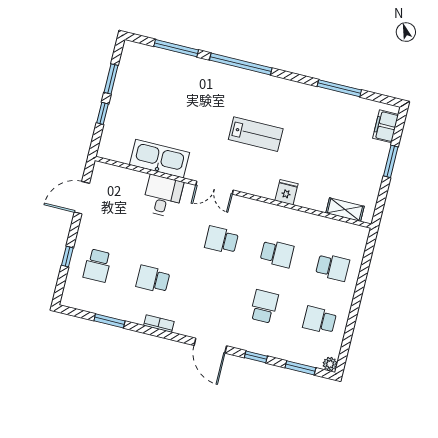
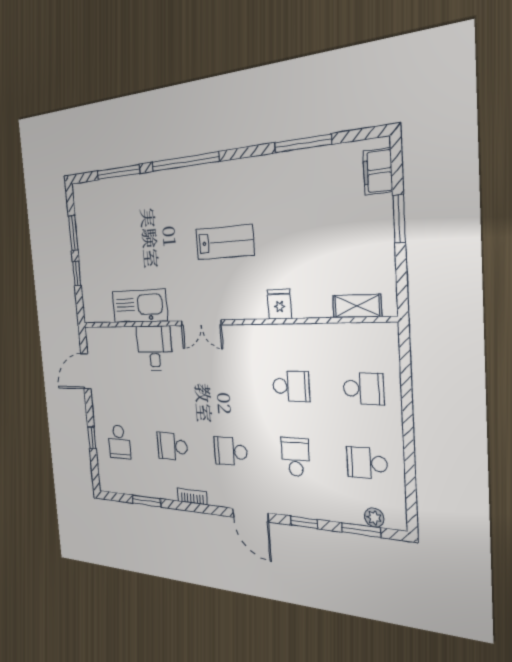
school desk: (221, 240) -> (231, 451), moved
plant: (330, 364) -> (374, 518), moved

